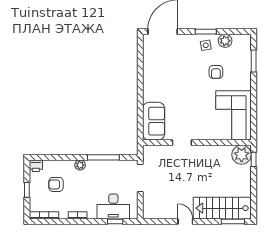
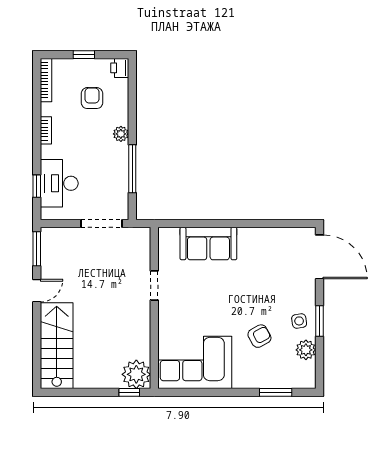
armchair: (216, 72) -> (259, 336), turned 151
sofa: (154, 121) -> (208, 244), moved
window: (233, 221) -> (37, 249), moved

